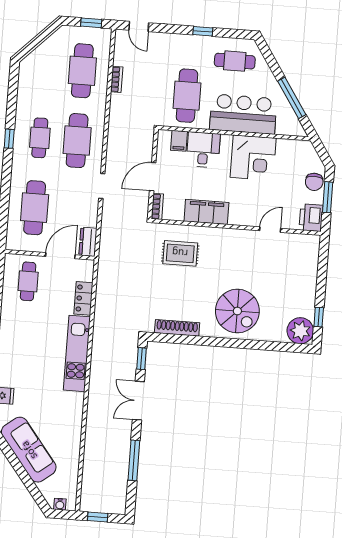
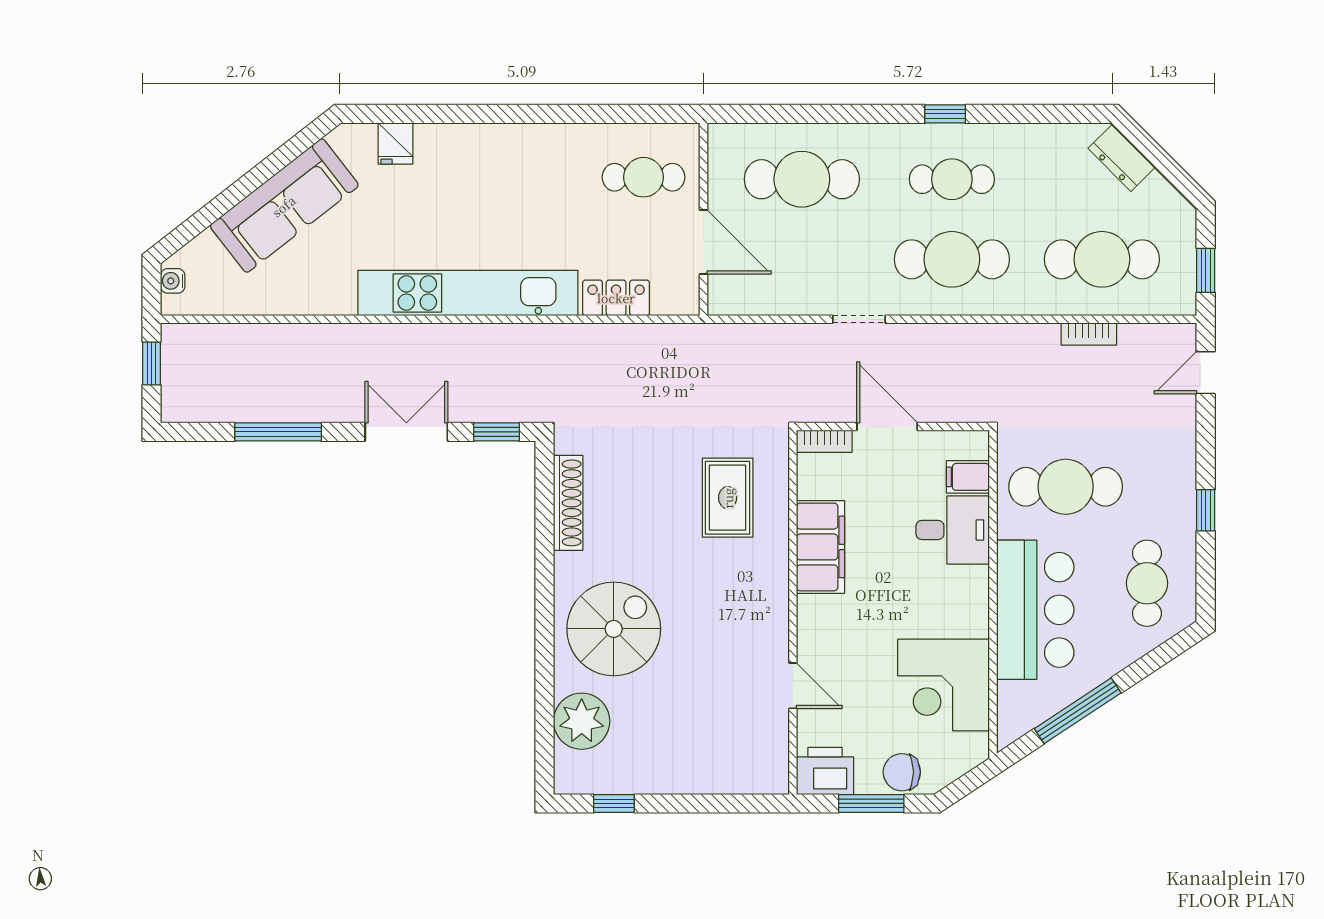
corner desk: (253, 158) -> (944, 685), moved
dresser: (88, 242) -> (1122, 158), moved, turned -135
spiral stairs: (237, 311) -> (614, 629), turned 180
plant: (300, 331) -> (582, 721), moved
kitchen unit: (77, 353) -> (468, 293), width x1.36

